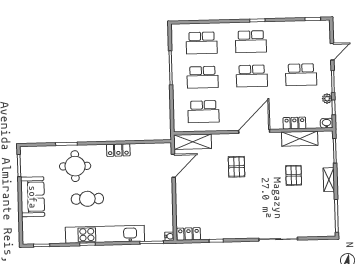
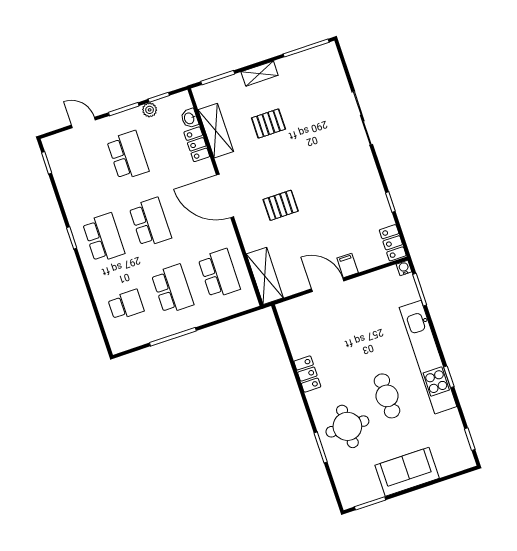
school desk: (202, 43) -> (126, 305), width x0.54
washbasin: (327, 123) -> (190, 118), moved
door: (173, 166) -> (328, 285), moved
filing cabinet: (183, 199) -> (348, 265), added

